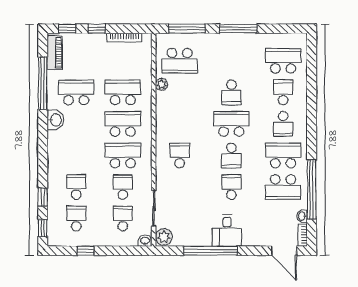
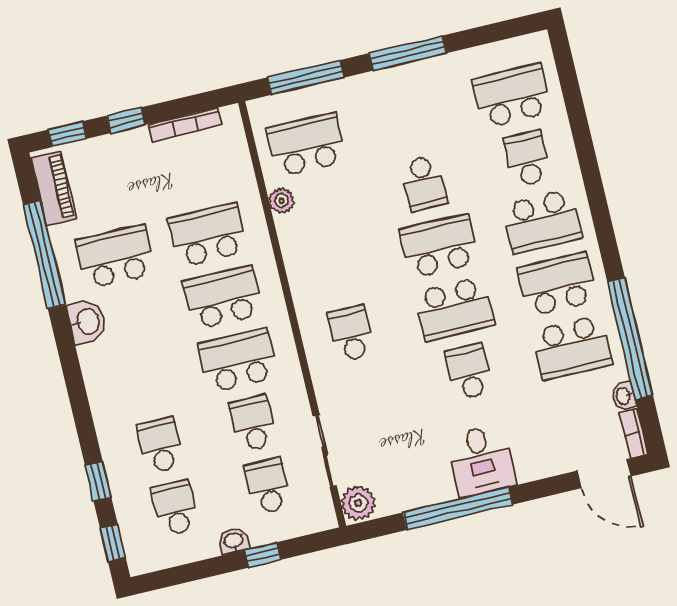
school desk: (180, 61) -> (306, 145), turned 180
school desk: (283, 124) -> (542, 221), width x1.85
school desk: (231, 155) -> (454, 309), width x1.85
washbasin: (145, 241) -> (234, 541), moved
window: (86, 251) -> (263, 555), moved

